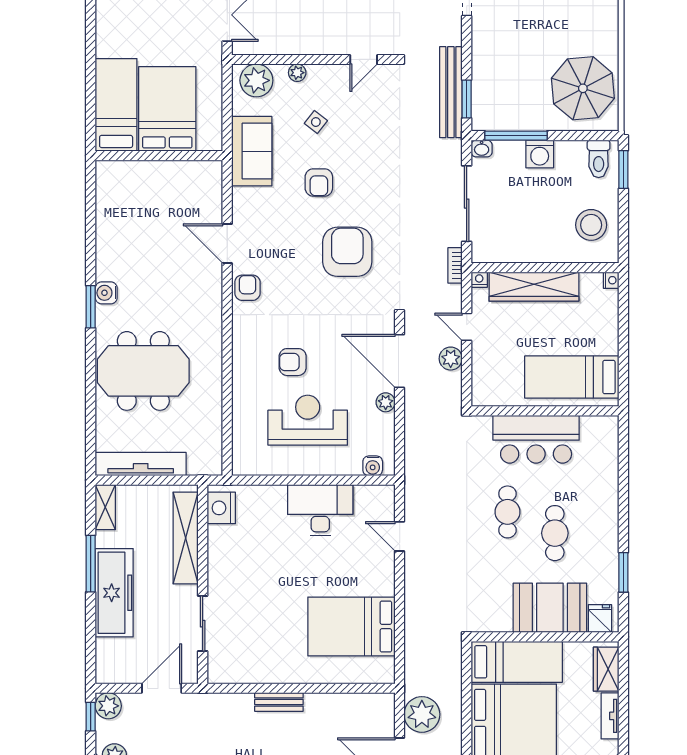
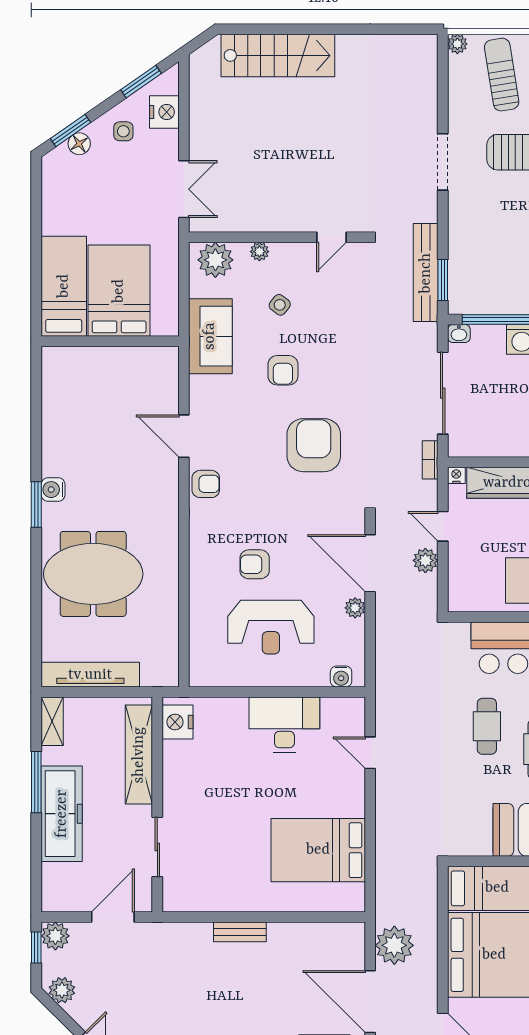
armchair: (247, 288) -> (206, 484), turned 90
reception desk: (308, 420) -> (271, 627), turned 180

